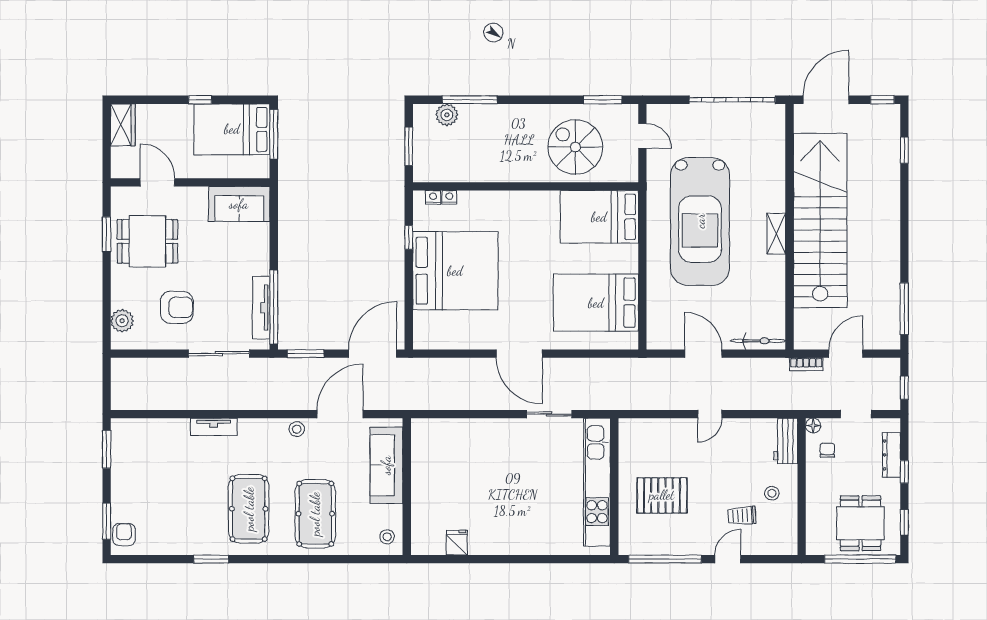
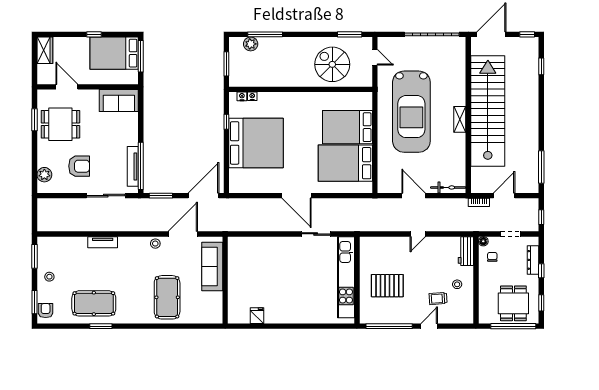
bed: (599, 217) -> (347, 127), moved
pool table: (249, 509) -> (94, 303), moved, turned 90
stool: (387, 537) -> (49, 277), moved

